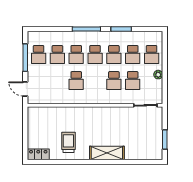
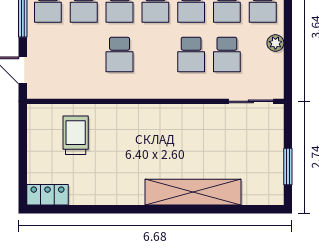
trolley: (68, 142) -> (76, 135), moved
shelving: (107, 153) -> (193, 192), width x1.47

